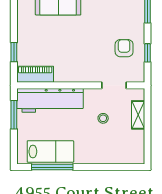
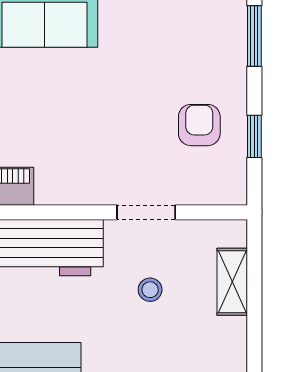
doorway: (114, 85) -> (146, 212), moved

